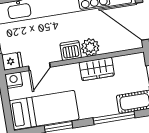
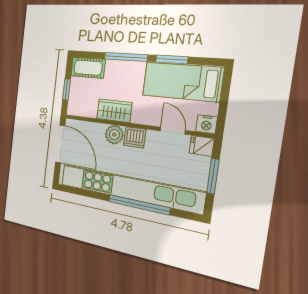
door: (39, 67) -> (173, 131), hinge flipped
window: (114, 118) -> (126, 57), moved

